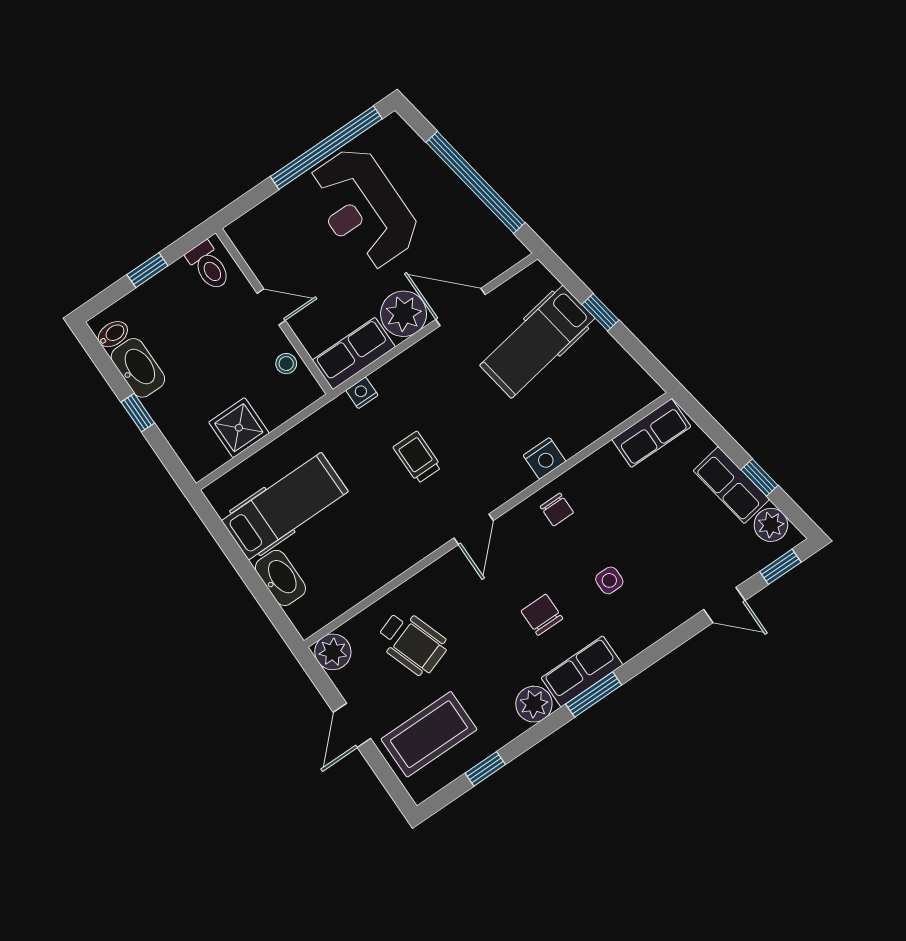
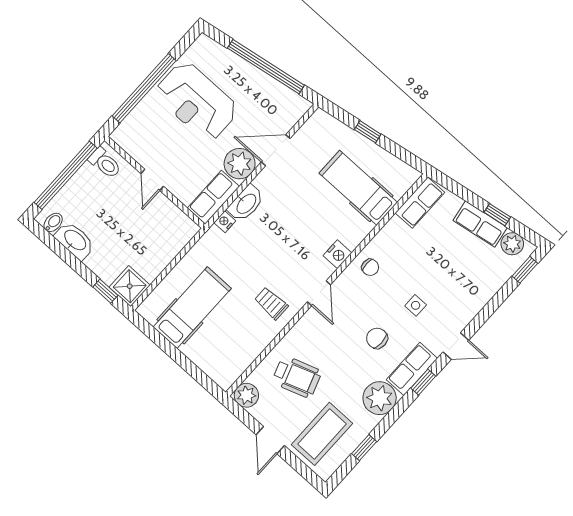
window: (326, 148) -> (144, 88), moved
window: (147, 270) -> (66, 175), width x3.17
door: (271, 307) -> (152, 180), swing flipped
hospital bed: (537, 342) -> (358, 188), moved, turned 99
stool: (286, 364) -> (171, 214), removed
window: (138, 413) -> (105, 291), moved
shower: (239, 428) -> (130, 286), moved
trolley: (417, 457) -> (271, 303), moved
nightstand: (544, 458) -> (337, 254), moved
washbasin: (280, 578) -> (246, 203), moved, turned 90
door: (724, 605) -> (456, 346), moved
window: (594, 695) -> (423, 382), width x0.67
plant: (534, 704) -> (380, 398), width x1.36, depth x1.36

